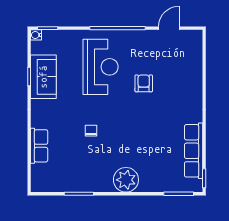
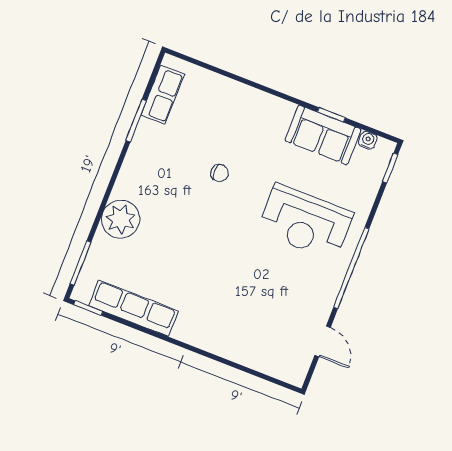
water cooler: (36, 35) -> (368, 140), moved
armchair: (144, 83) -> (258, 275), removed
row of seats: (39, 146) -> (163, 95), moved, turned -90
plant: (126, 180) -> (121, 219), moved

